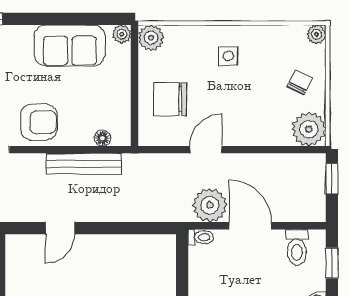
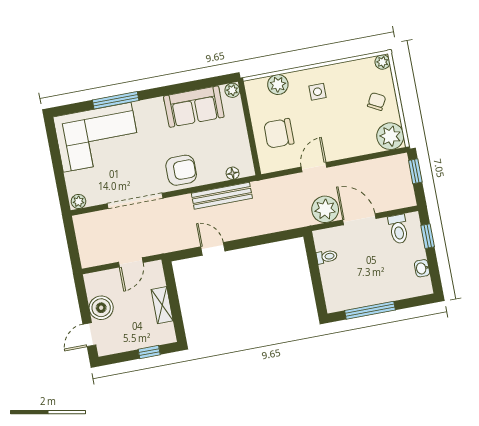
plant: (151, 38) -> (278, 85), moved
door: (60, 228) -> (213, 249), swing flipped
toilet: (201, 237) -> (327, 257), moved

